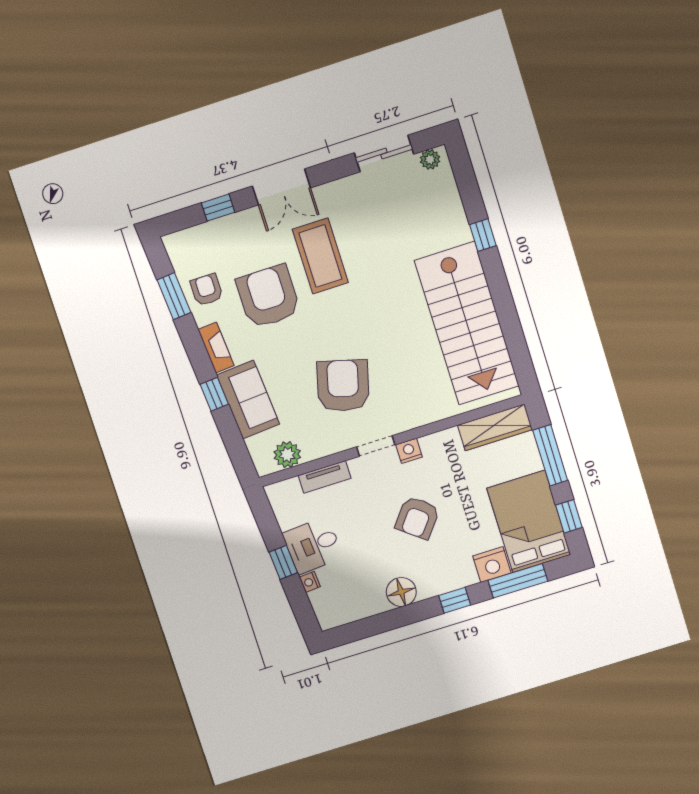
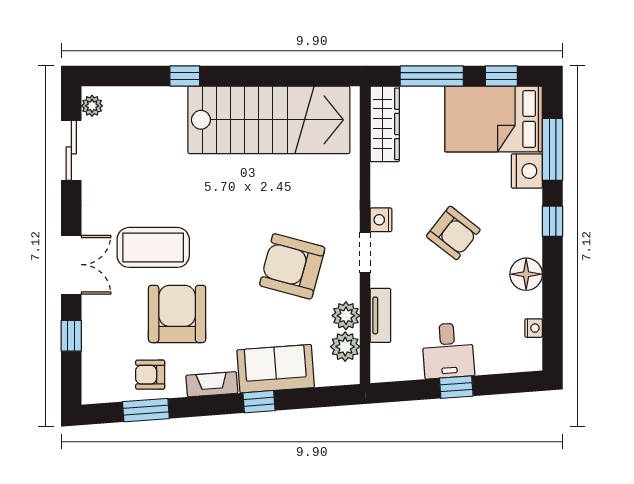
armchair: (268, 297) -> (177, 314), turned 90
plant: (315, 447) -> (346, 316), added
nightstand: (310, 582) -> (534, 328), moved, turned -86

